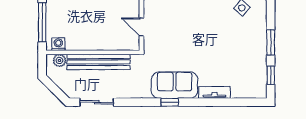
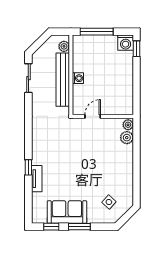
washing machine: (58, 44) -> (78, 78), moved
sofa: (175, 85) -> (67, 212), moved, turned -90
window: (170, 102) -> (28, 167), moved

